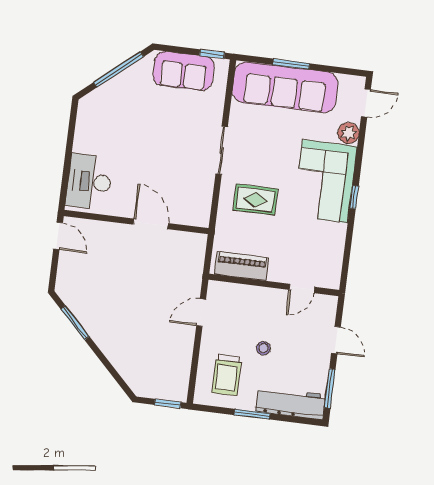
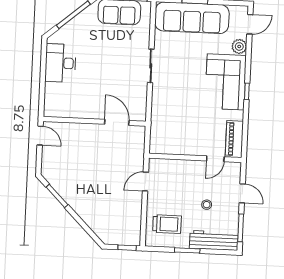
desk: (89, 182) -> (60, 63), moved
rug: (255, 200) -> (177, 99), removed
door: (151, 224) -> (117, 122), moved
piano: (242, 266) -> (234, 139), moved, turned -90
stool: (263, 348) -> (207, 205), moved
trolley: (227, 375) -> (167, 224), turned -90

